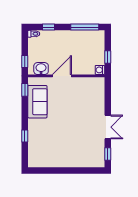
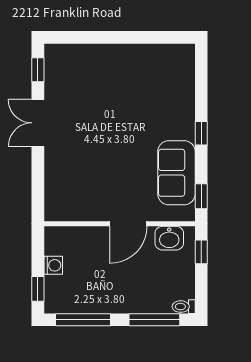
window: (49, 27) -> (154, 320), width x2.17
window: (108, 57) -> (38, 289), moved
washing machine: (100, 70) -> (53, 265), moved
window: (25, 136) -> (201, 133), moved

